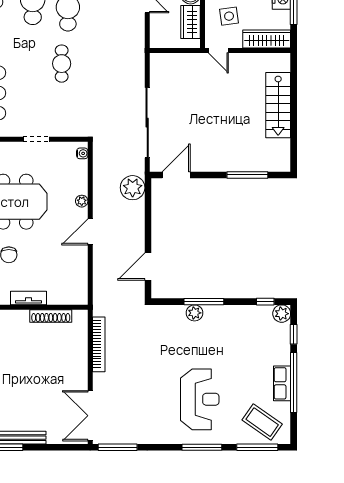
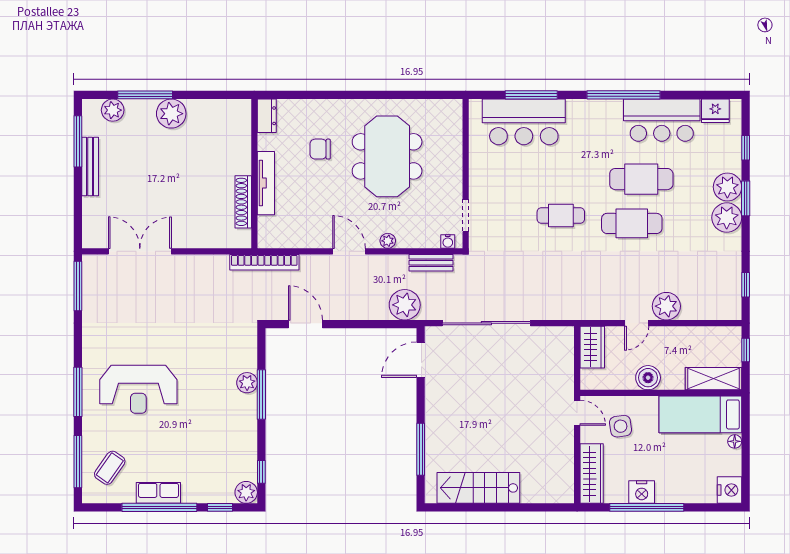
wardrobe: (191, 22) -> (592, 347), moved, turned 90
door: (218, 51) -> (577, 413), swing flipped
stairs: (278, 105) -> (478, 488), moved
doorway: (36, 139) -> (466, 215), moved
bench: (99, 167) -> (431, 263), added
door: (176, 175) -> (421, 360), swing flipped
tv unit: (28, 298) -> (266, 183), width x1.41
bookcase: (99, 344) -> (264, 262), moved
double door: (90, 416) -> (140, 251), moved
coffee table: (262, 422) -> (110, 468), width x0.73, depth x0.77

